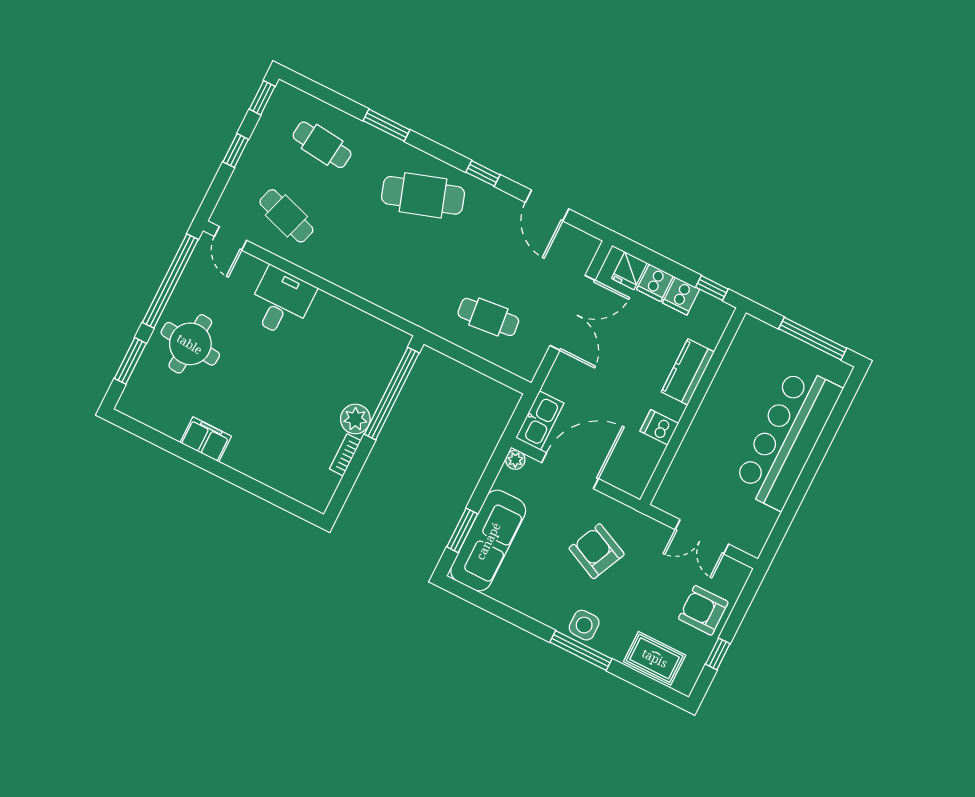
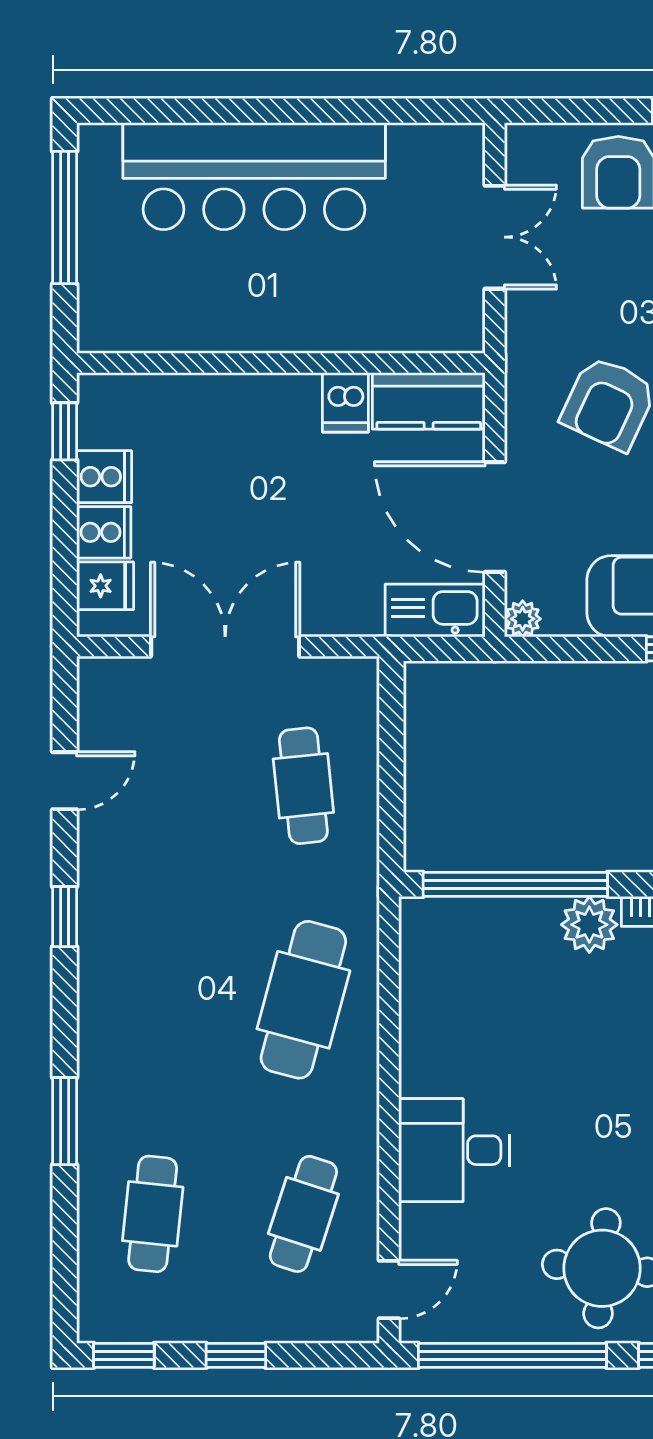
cafe table: (423, 195) -> (303, 1000), moved, turned 33
door: (547, 206) -> (65, 781), width x0.73
kitchen counter: (688, 372) -> (429, 401), moved

